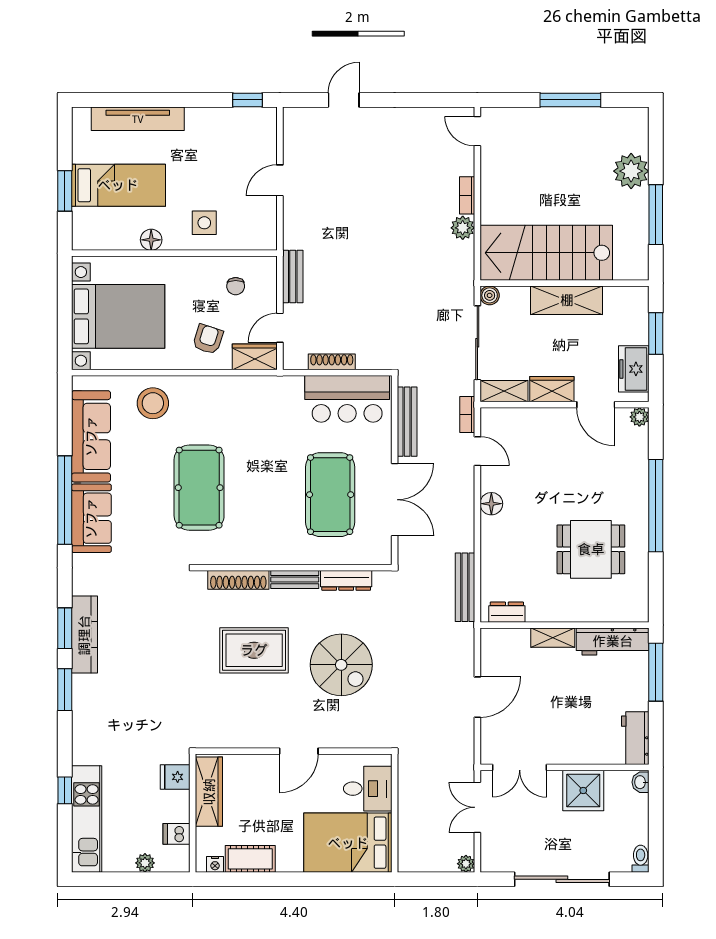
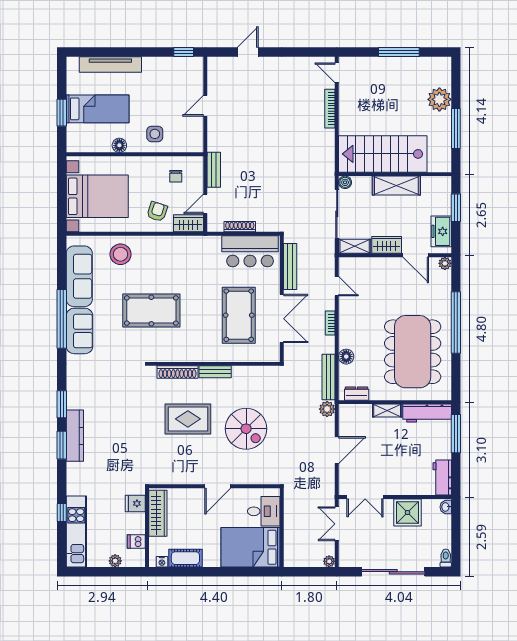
bookcase: (467, 195) -> (330, 109), width x1.56
plant: (463, 228) -> (327, 409), moved
bookcase: (467, 415) -> (330, 323), moved
pool table: (199, 488) -> (151, 311), turned 90
floor lamp: (491, 504) -> (346, 357), moved
dining table: (591, 549) -> (413, 352), width x1.88, depth x1.24
dresser: (346, 580) -> (249, 372), removed
kitchen counter: (84, 635) -> (75, 436), moved

